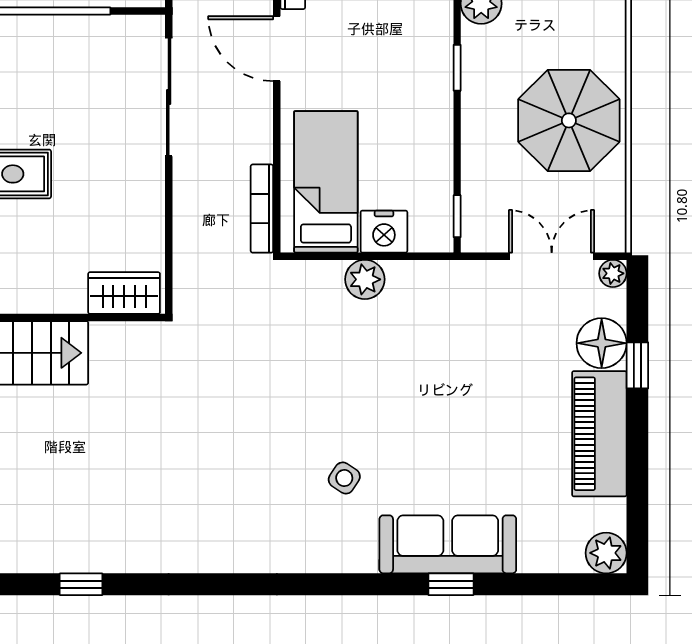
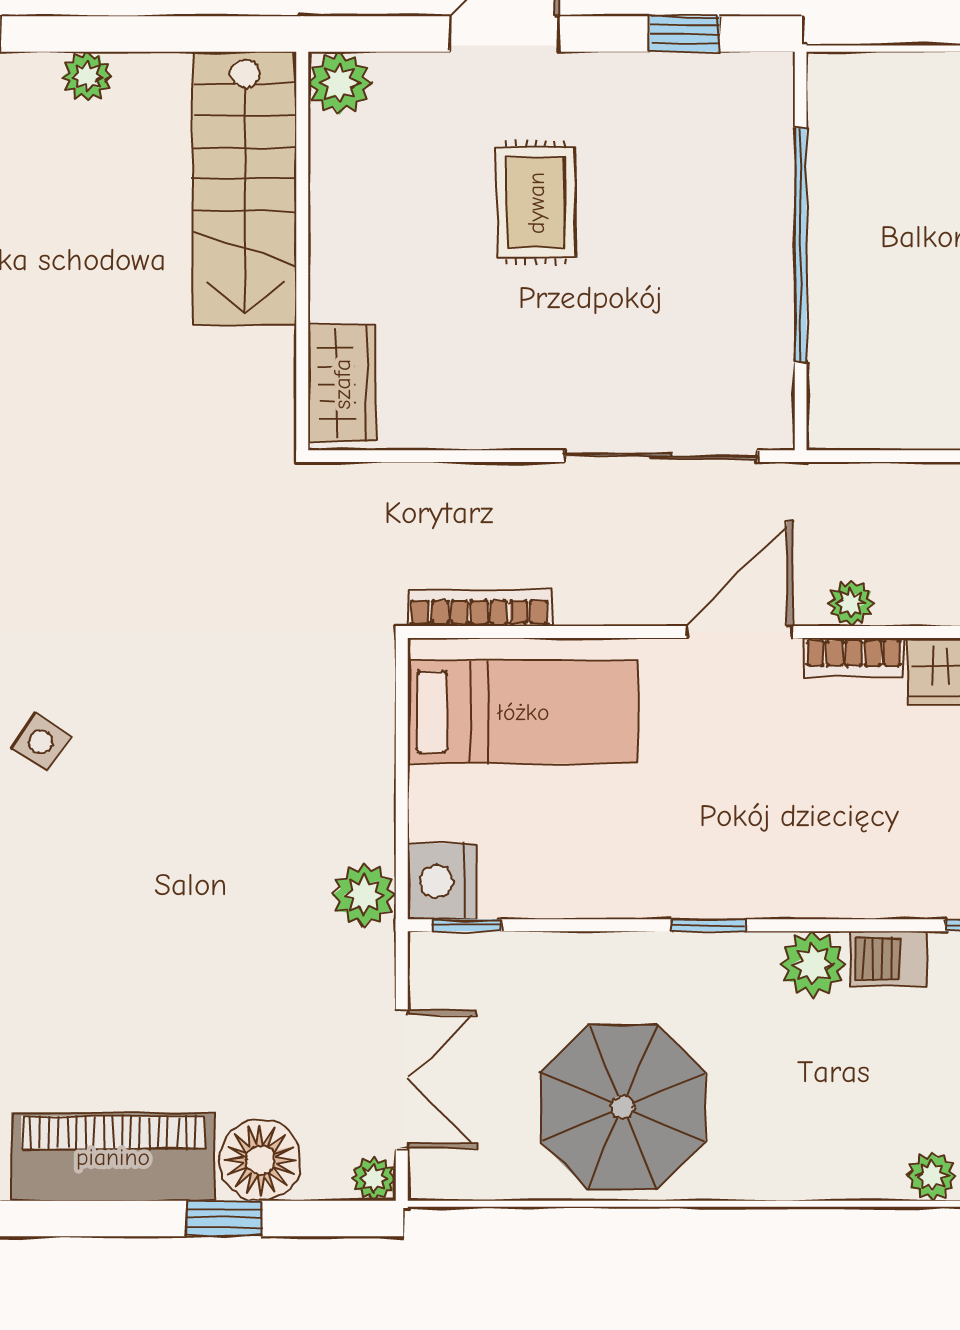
nightstand: (384, 232) -> (442, 881), moved
plant: (365, 279) -> (364, 895), moved

